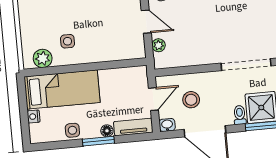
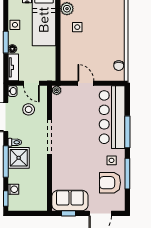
door: (146, 22) -> (86, 83), swing flipped
plant: (159, 45) -> (57, 90), moved
doorway: (246, 65) -> (50, 137), moved

